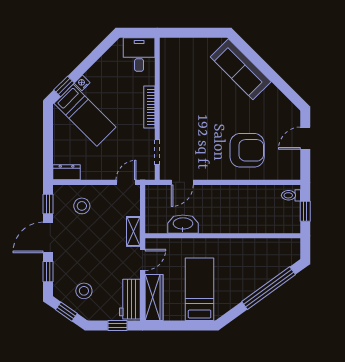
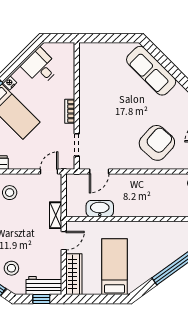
desk: (139, 55) -> (40, 67), moved, turned -45
bookcase: (149, 107) -> (70, 111), width x0.64
armchair: (247, 150) -> (157, 143), turned -48
workbench: (130, 299) -> (44, 286), moved, turned 90

